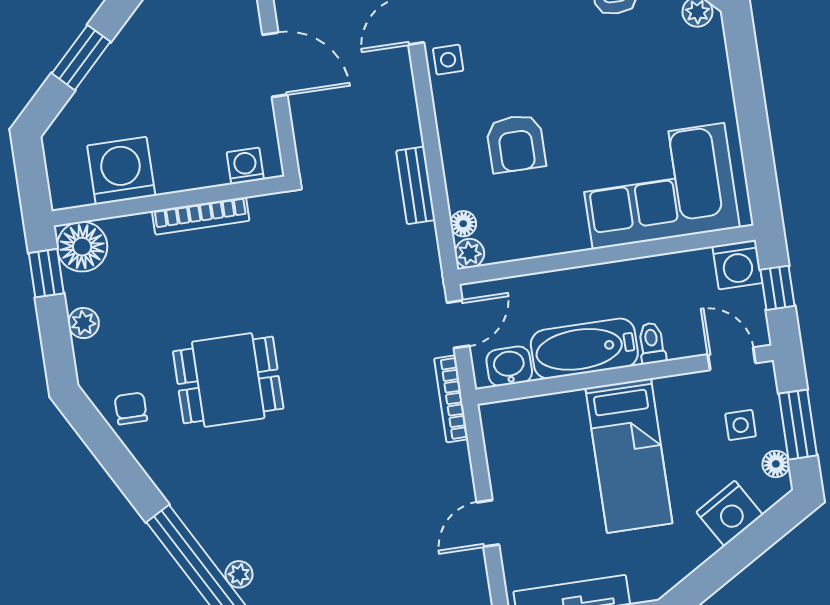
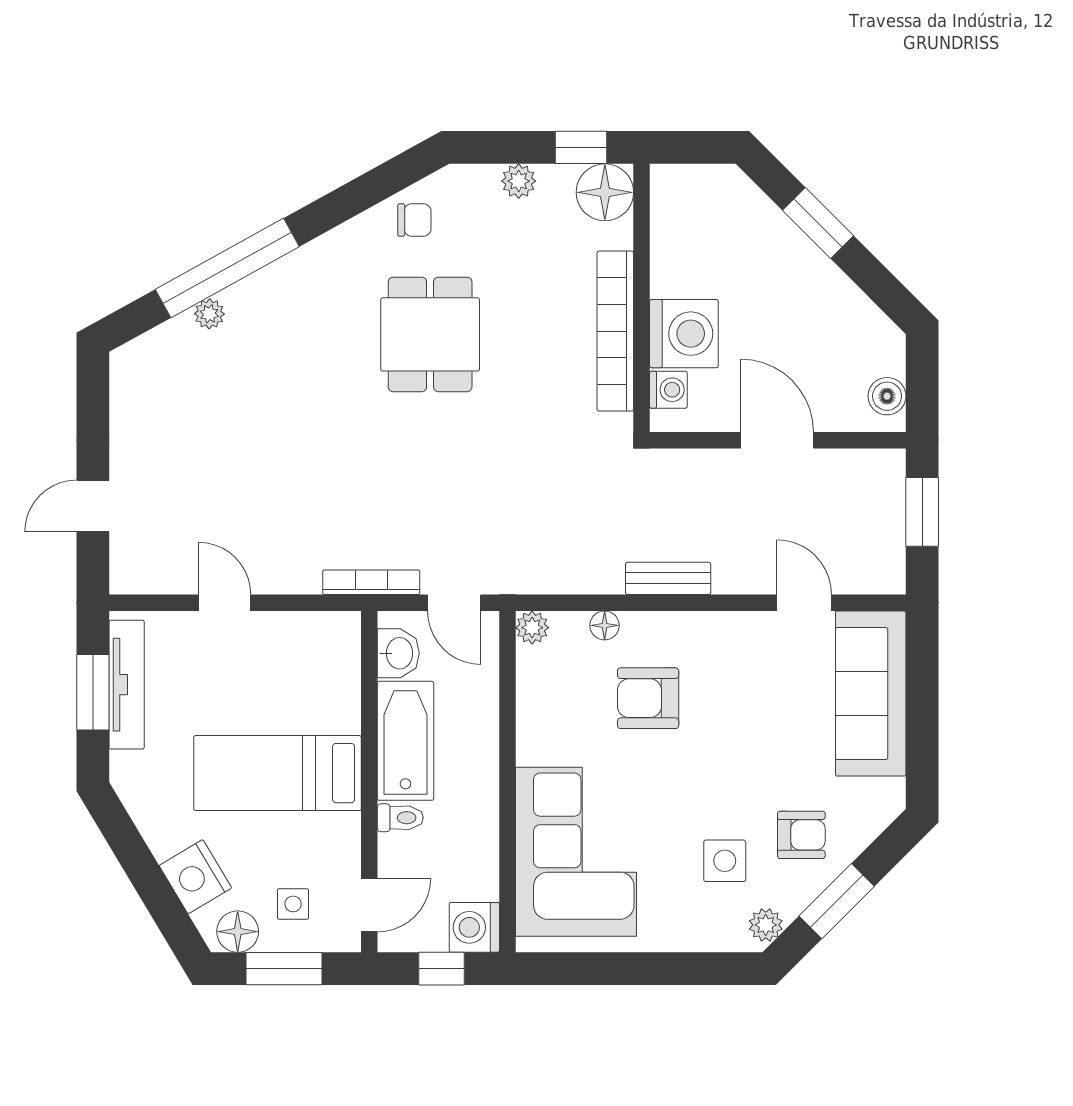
side table: (448, 60) -> (725, 861), moved, width x1.37, depth x1.37
door: (275, 65) -> (777, 440), swing flipped
washing machine: (121, 171) -> (684, 334), moved
bench: (416, 185) -> (668, 578), moved
bookcase: (201, 216) -> (615, 331), width x1.48, depth x1.31
floor lamp: (463, 224) -> (605, 625), moved
floor lamp: (776, 464) -> (238, 932), width x1.37, depth x1.37

